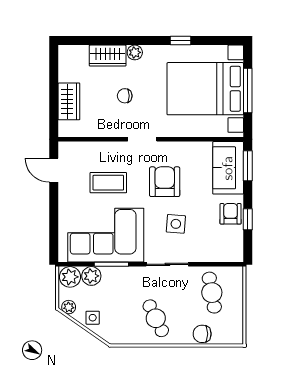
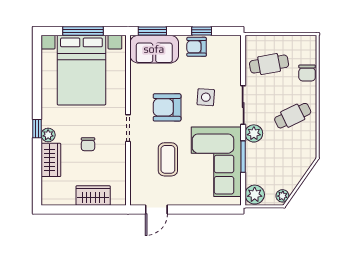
window: (181, 41) -> (37, 129), moved
plant: (91, 276) -> (254, 133), moved
side table: (93, 318) -> (292, 174), removed

